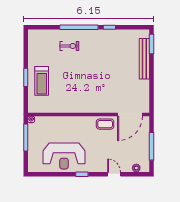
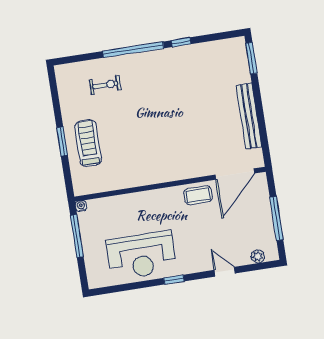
exercise bike: (69, 46) -> (105, 85), moved
bench: (144, 59) -> (249, 116), moved
treadmill: (42, 81) -> (88, 143), turned 180

